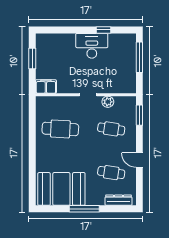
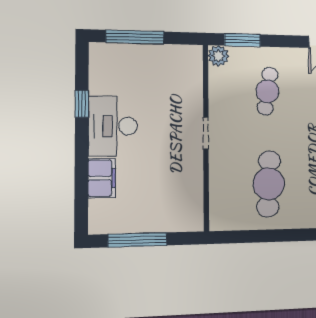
window: (32, 58) -> (138, 240), width x1.44
filing cabinet: (46, 86) -> (102, 178), moved, turned 180
plant: (108, 102) -> (218, 56), moved

